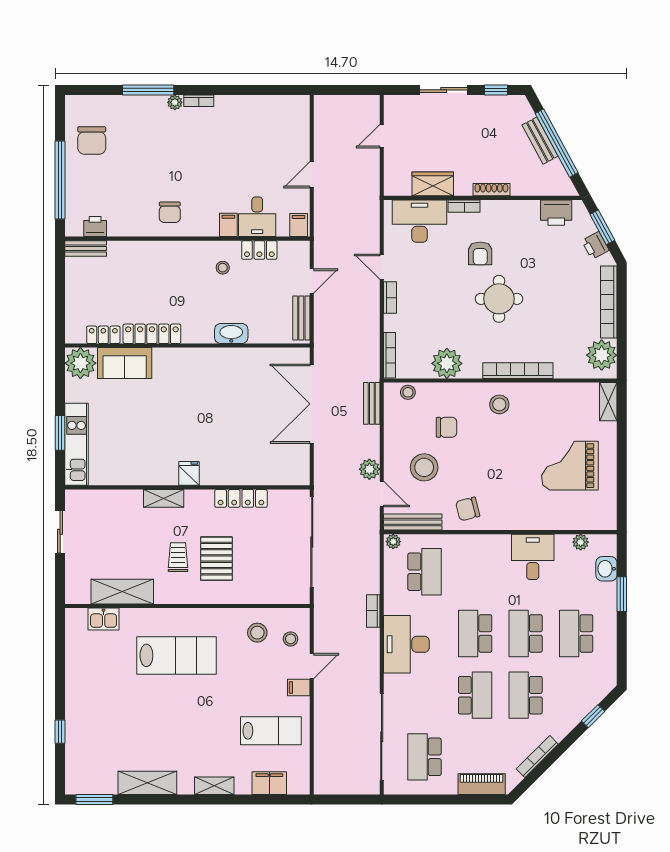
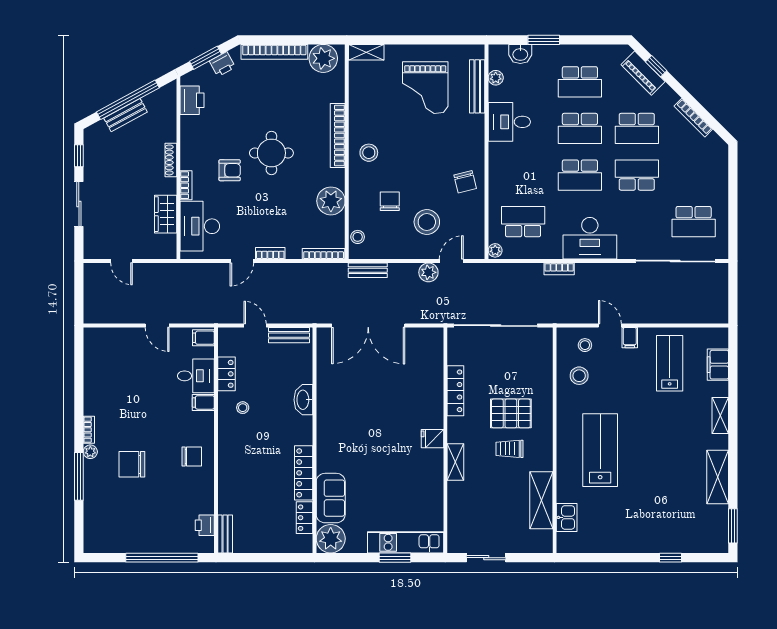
chair: (92, 140) -> (132, 464), moved, turned 180
bench: (413, 522) -> (477, 86), moved
piano: (482, 784) -> (643, 73), moved, turned -45

